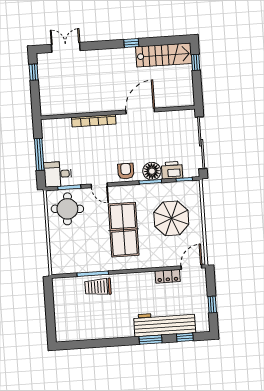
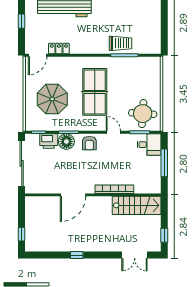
stairs: (164, 55) -> (137, 205), moved, turned 180

